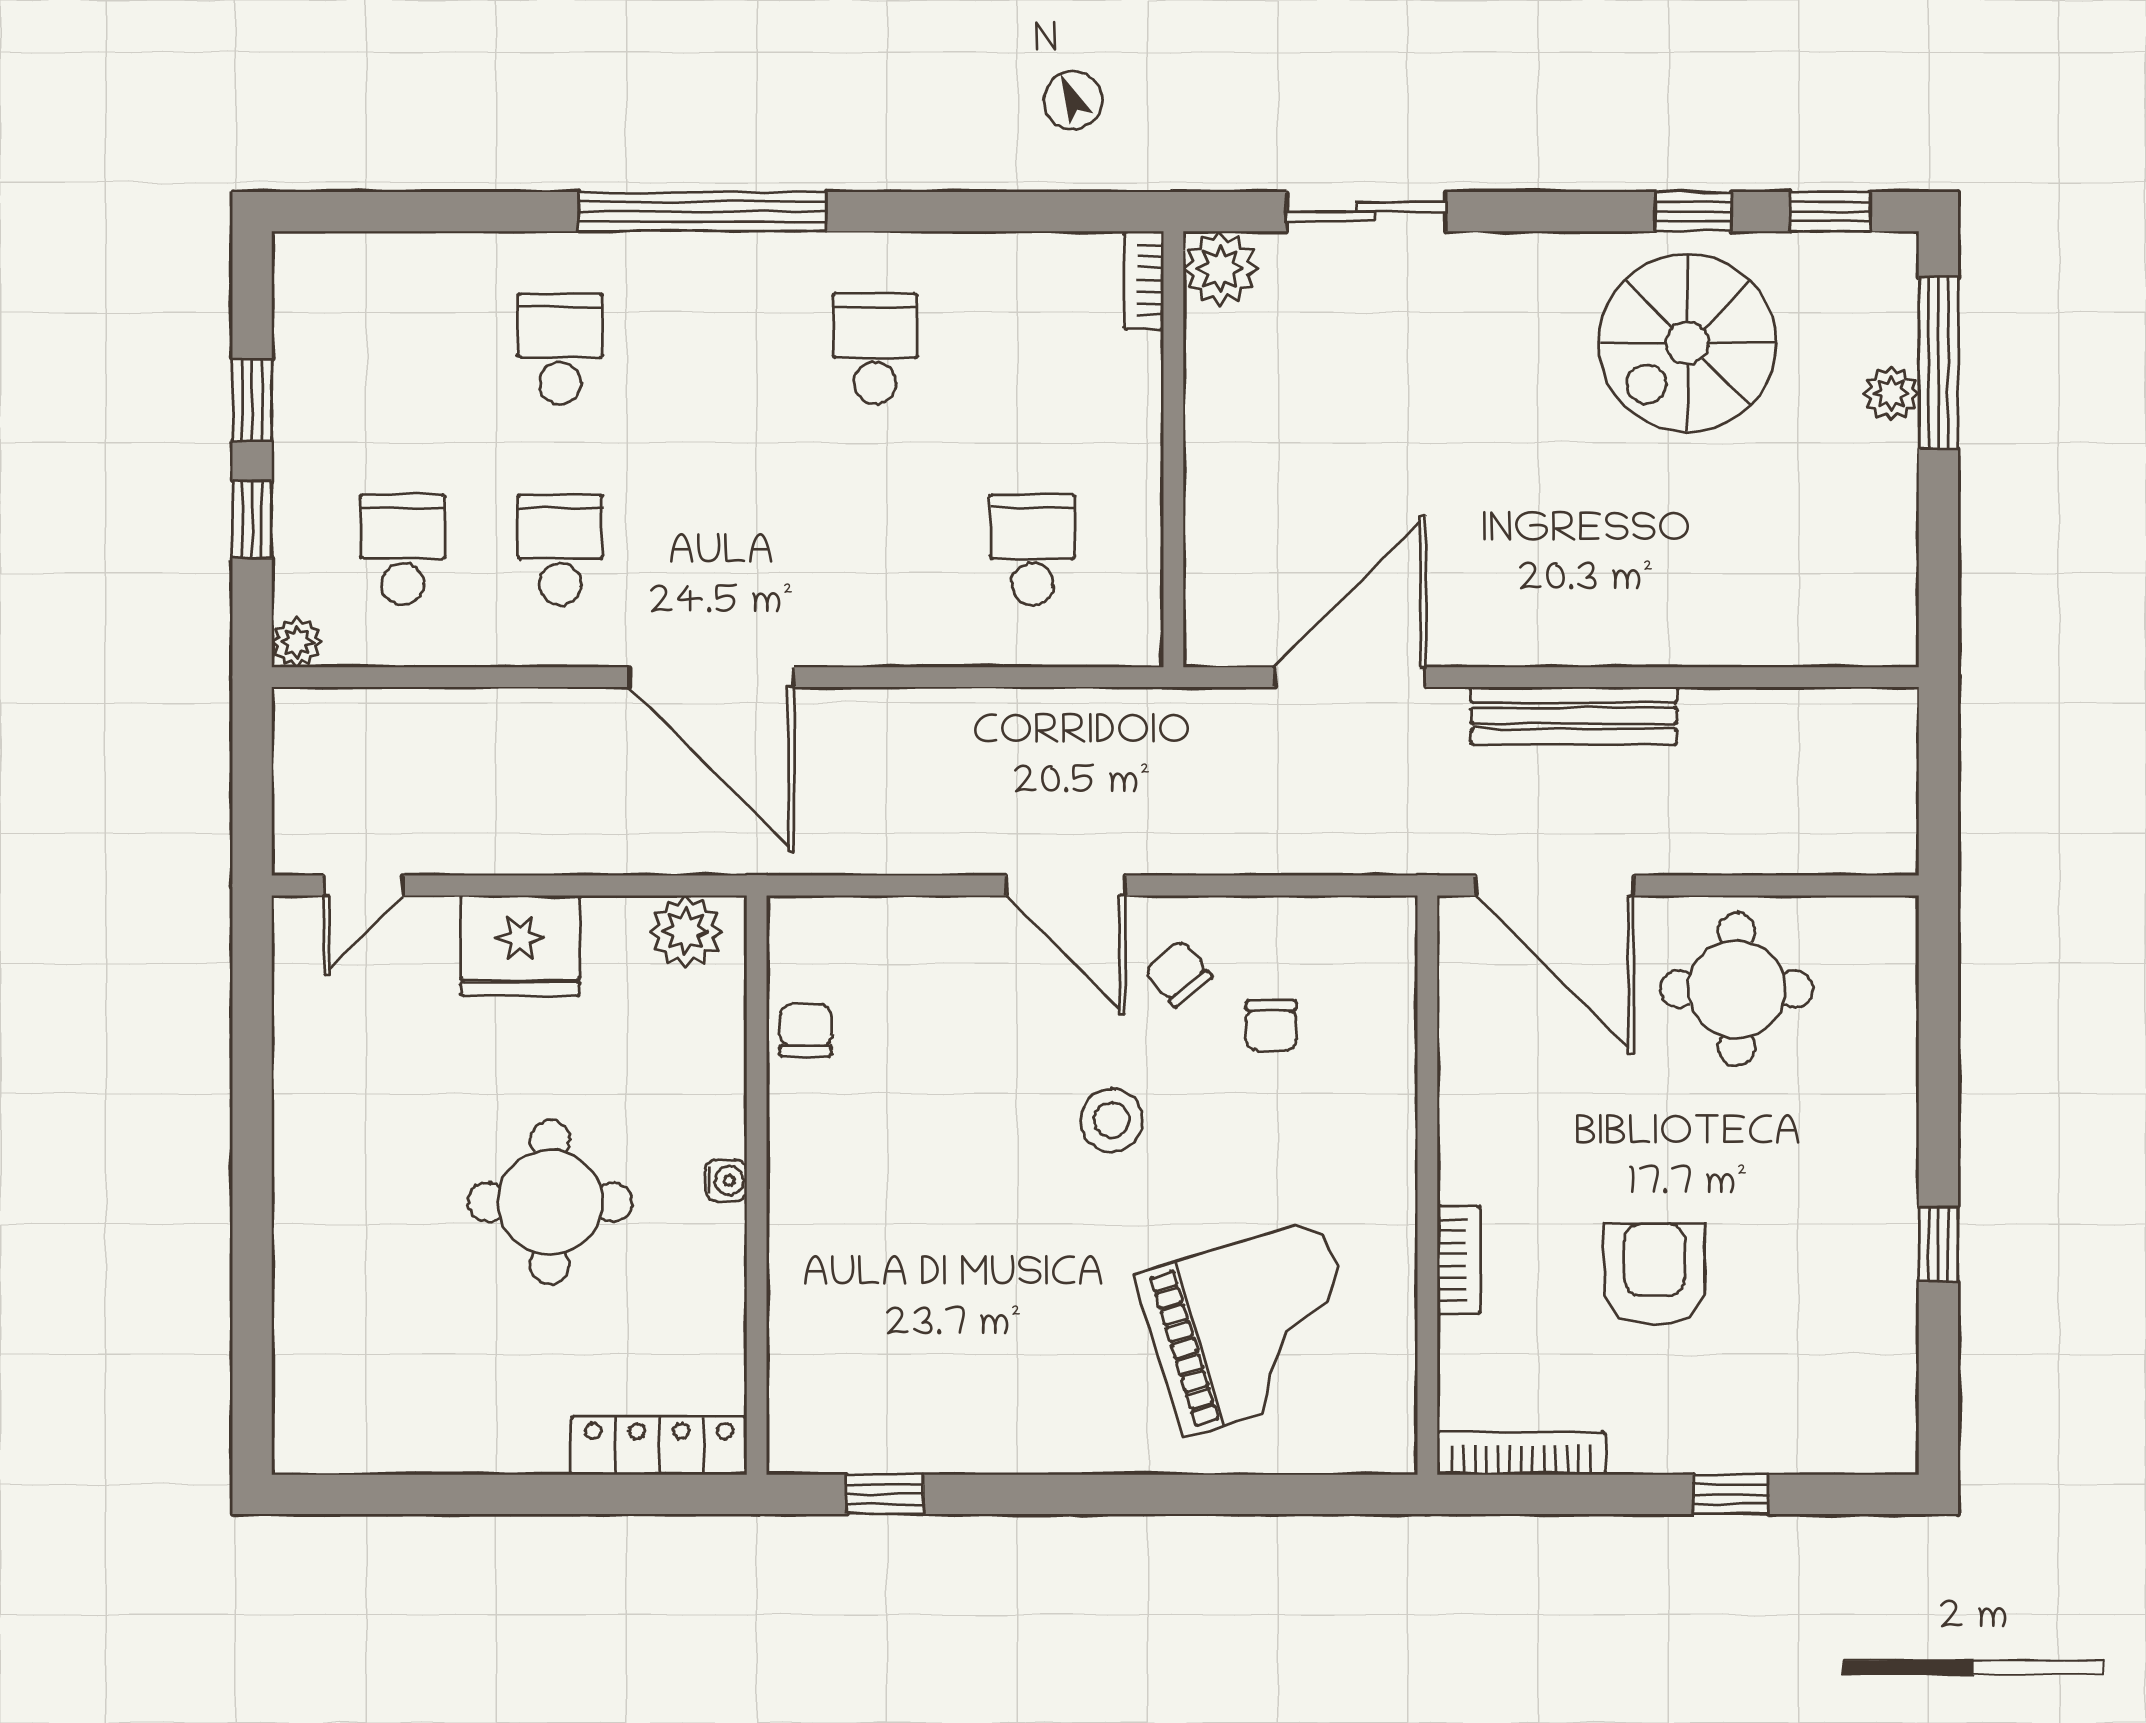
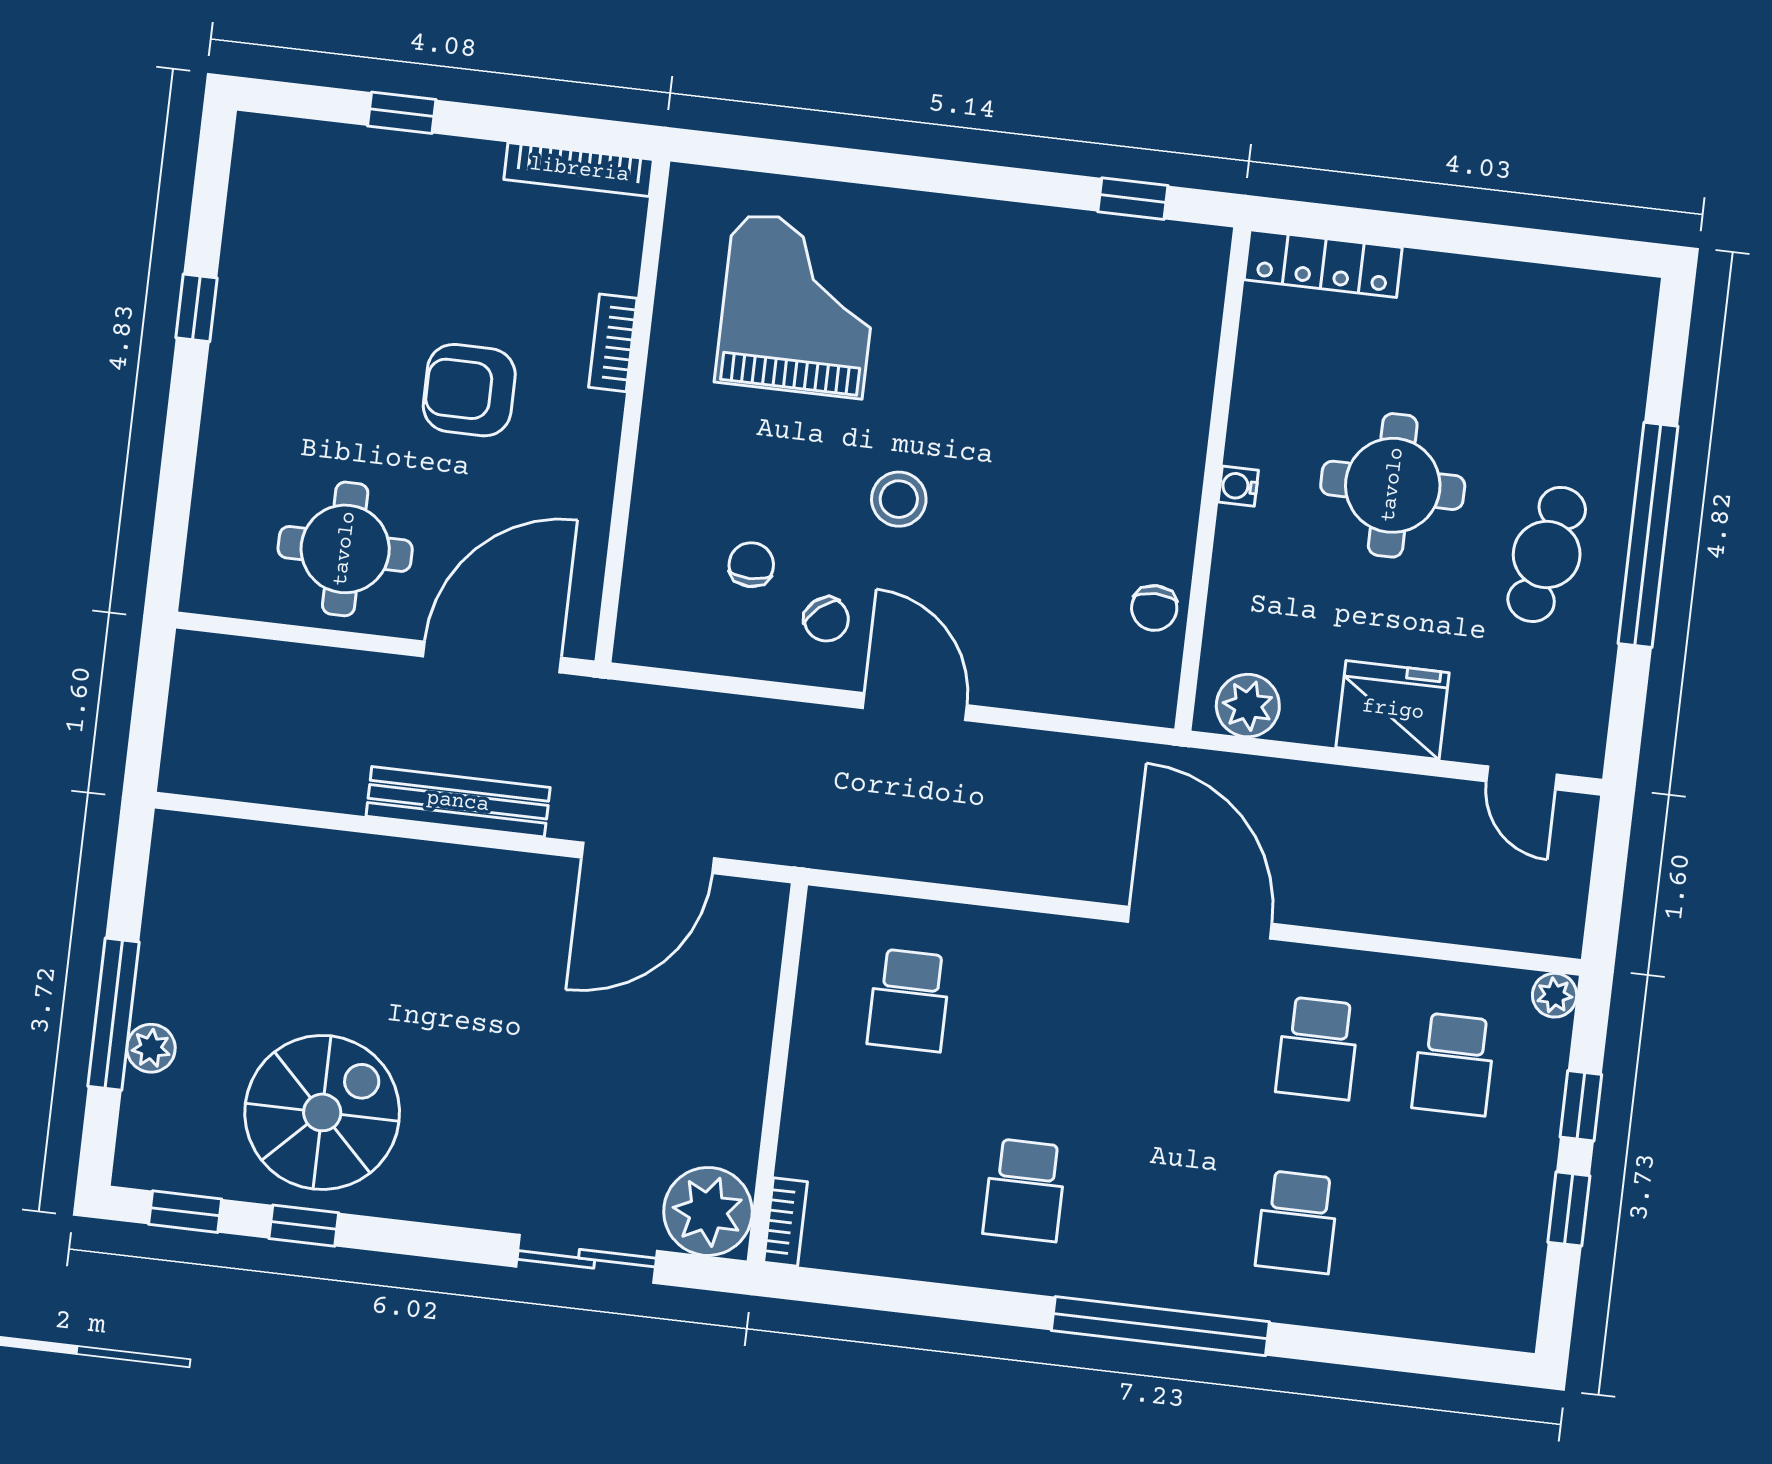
plant: (1220, 268) -> (708, 1211), width x1.36, depth x1.36
window: (1938, 363) -> (114, 1014), moved
door: (364, 886) -> (1522, 778), swing flipped
door: (1554, 886) -> (492, 657), hinge flipped
cafe table: (365, 1144) -> (1547, 554), added
window: (252, 1180) -> (1648, 535), added
armchair: (1655, 1274) -> (469, 390), moved, turned 90
grand piano: (1252, 1328) -> (798, 306), turned 107

